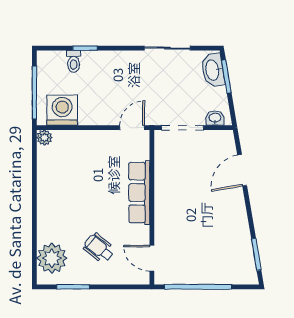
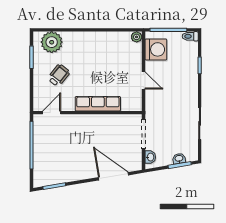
toilet: (74, 61) -> (190, 36), moved
washbasin: (213, 70) -> (179, 159), width x0.52, depth x0.69
door: (132, 128) -> (144, 80), moved
door: (242, 170) -> (114, 176), width x1.36

